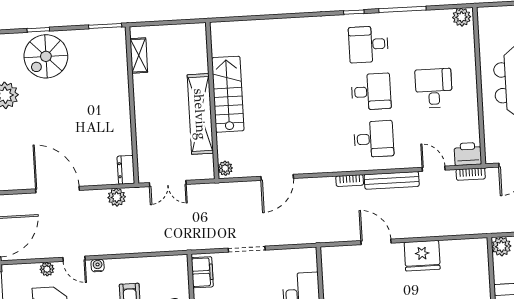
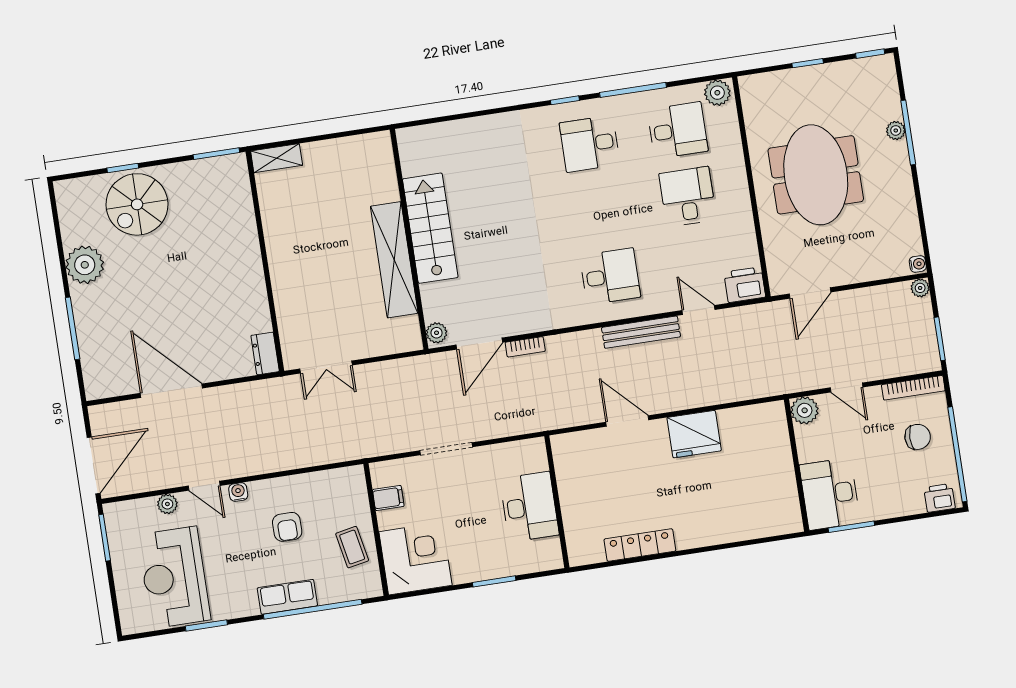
shelving: (139, 55) -> (277, 158), moved, turned 90
desk: (371, 92) -> (678, 130), moved
stairs: (228, 94) -> (430, 228), moved
wall: (212, 101) -> (409, 239), moved
shelving: (200, 114) -> (394, 260), moved
plant: (225, 168) -> (437, 333), moved
bookcase: (471, 174) -> (751, 313), removed
bookcase: (350, 181) -> (525, 347), moved
plant: (117, 197) -> (256, 393), removed
filing cabinet: (202, 272) -> (388, 498), width x0.50

